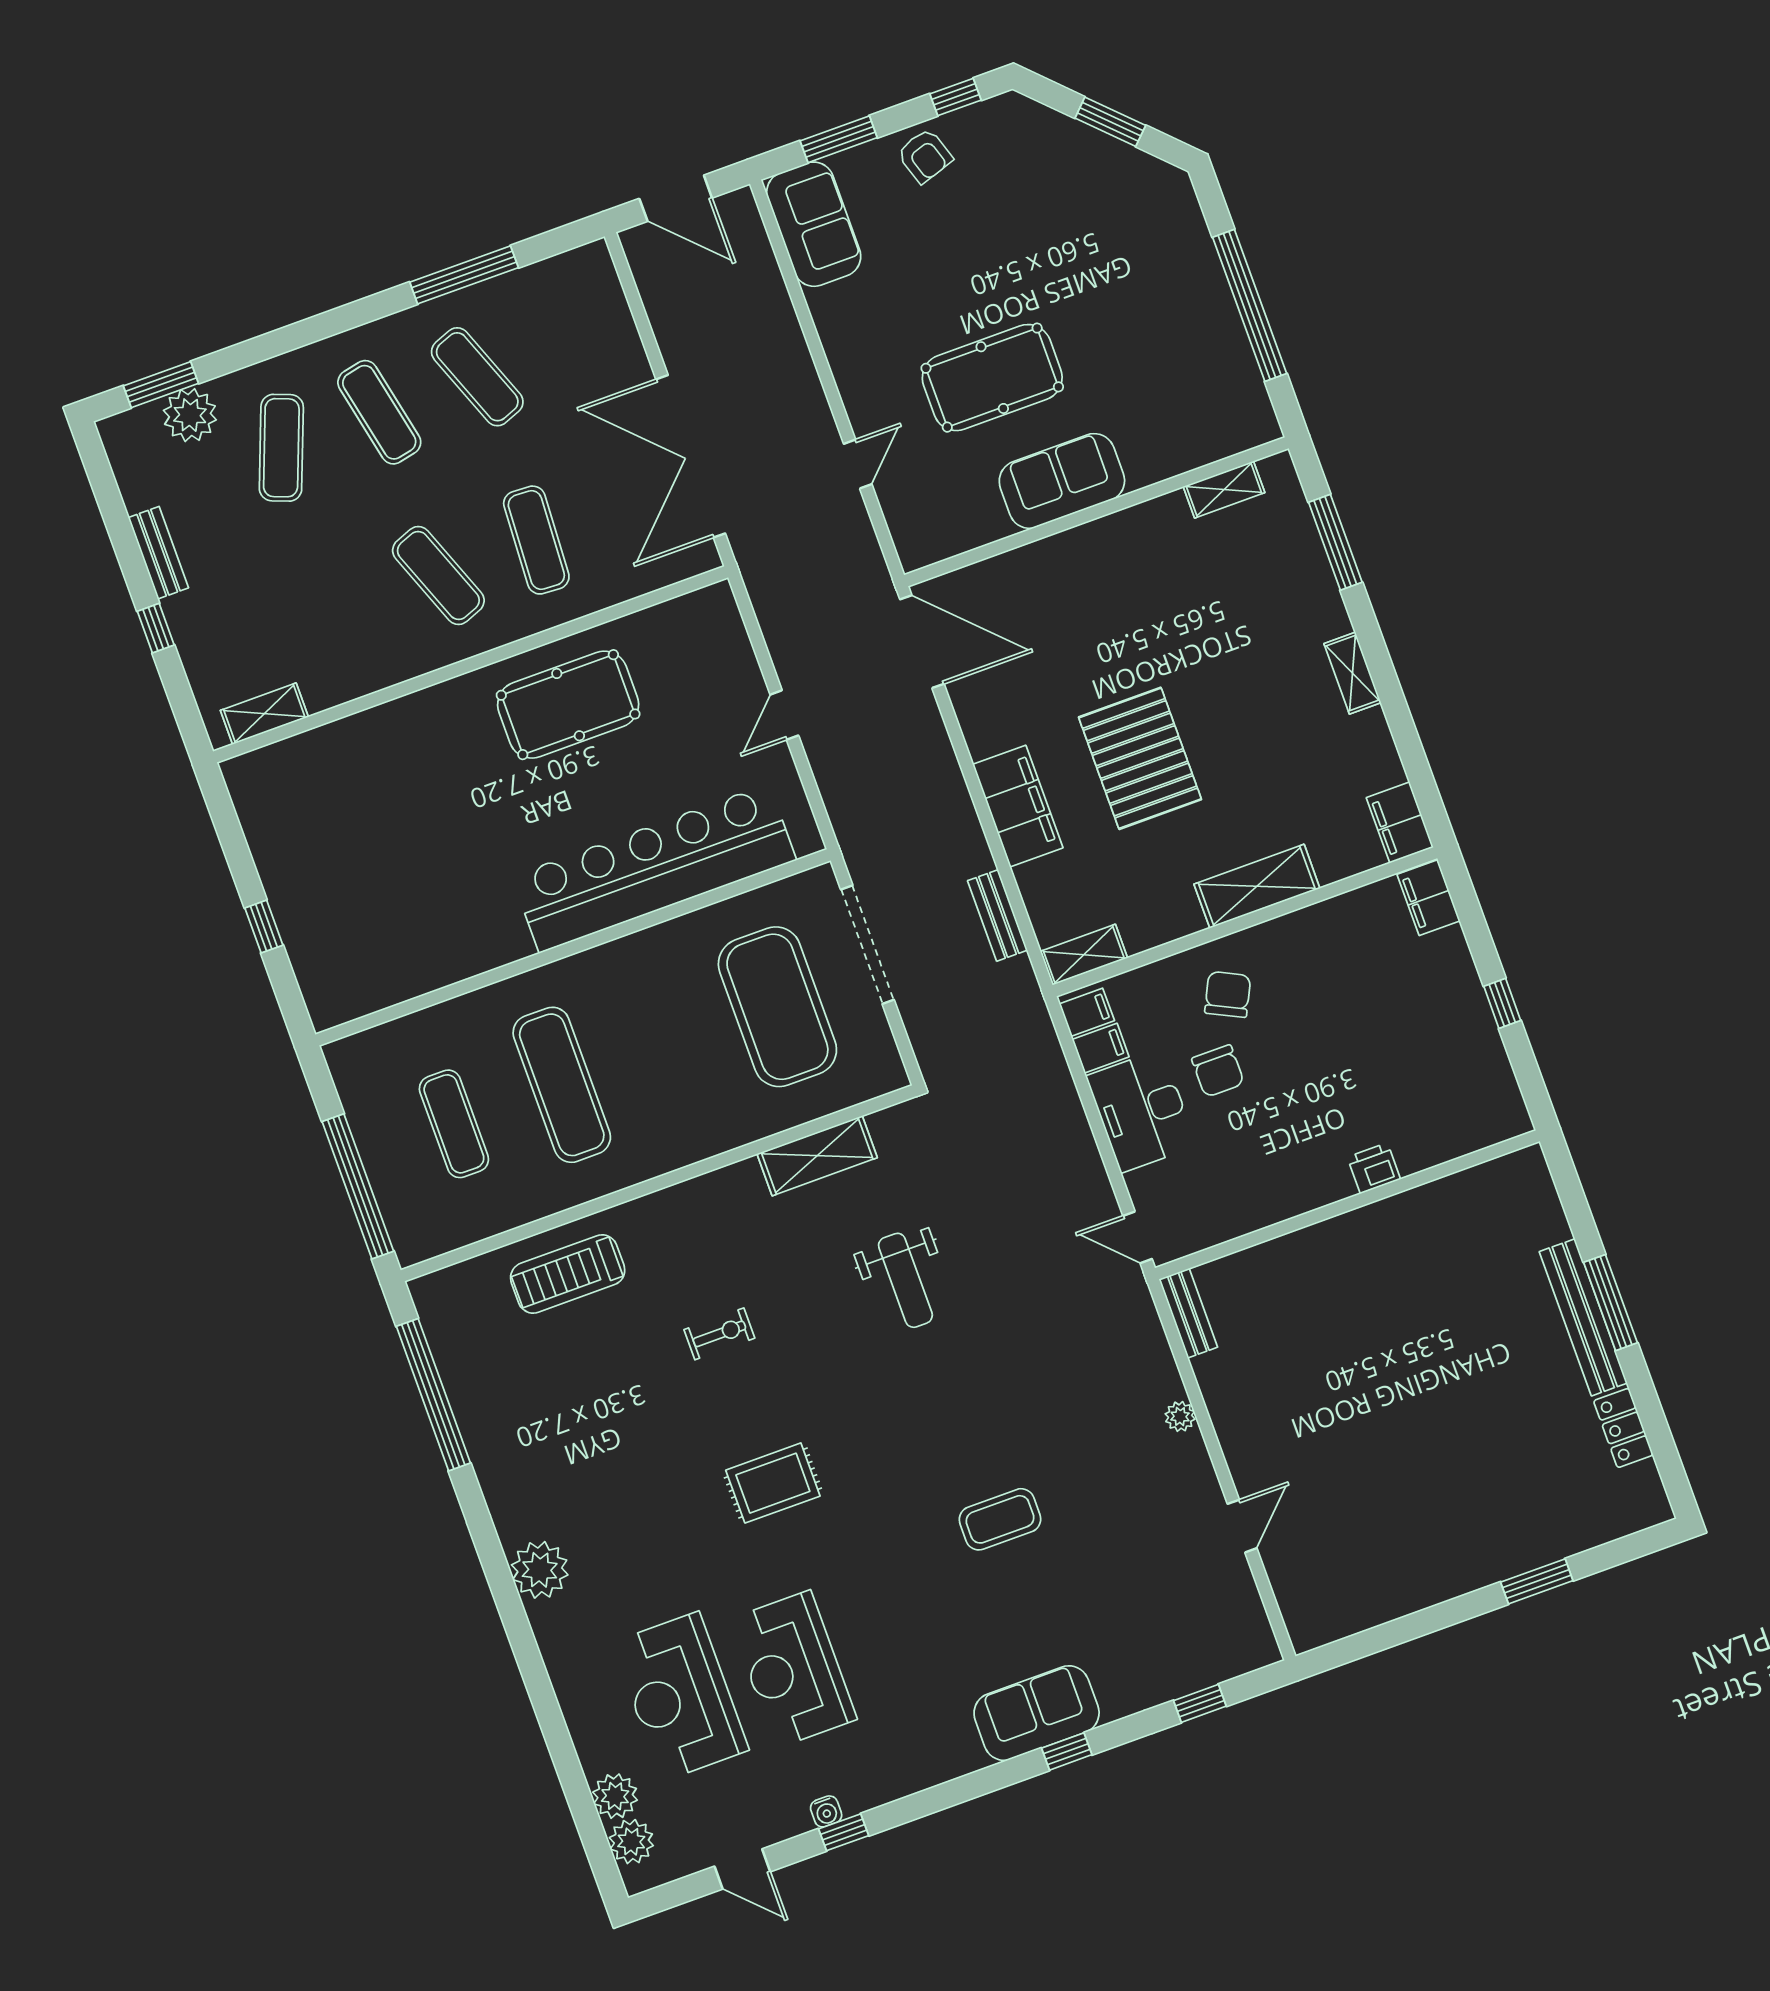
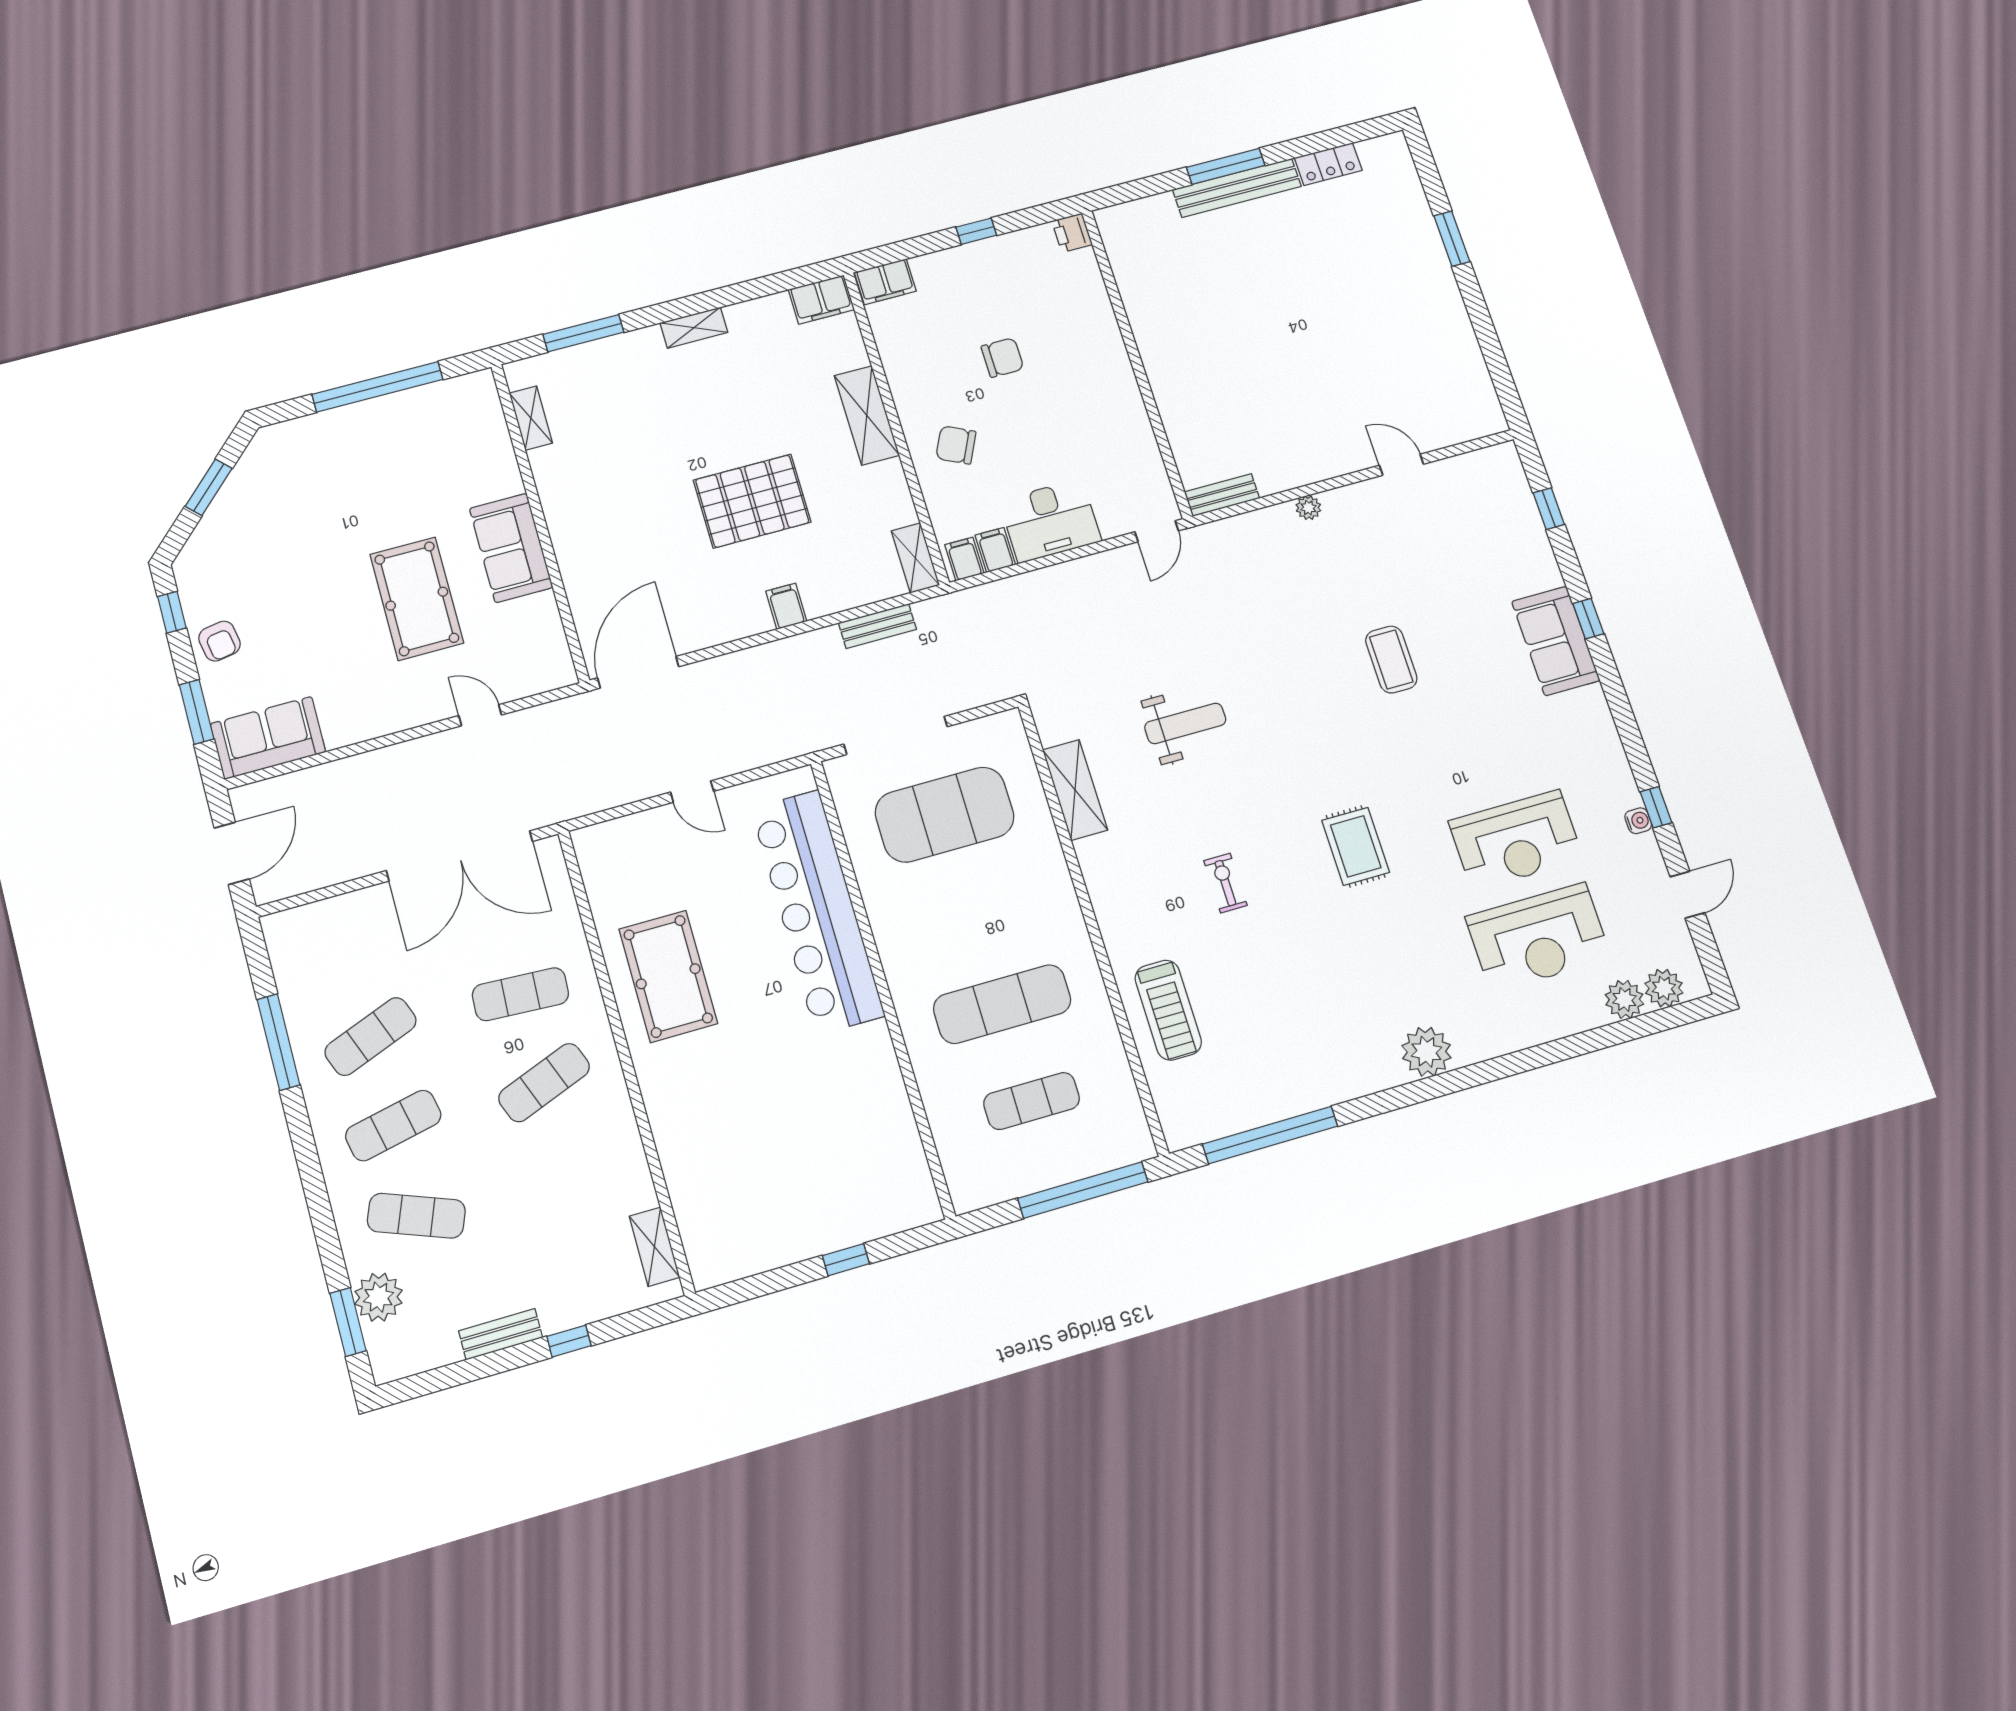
armchair: (925, 156) -> (220, 641), turned 98
filing cabinet: (1018, 806) -> (786, 606), width x0.33, depth x0.86
chair: (1218, 1071) -> (1002, 358), moved
printer: (1374, 1168) -> (1072, 233), moved

